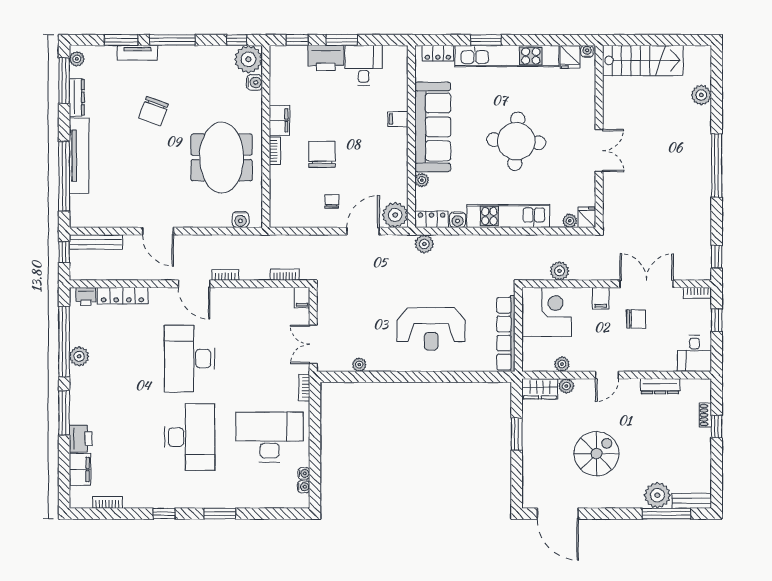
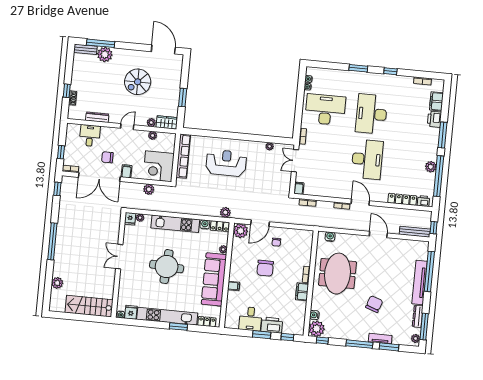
chair: (322, 154) -> (265, 268), moved
double door: (647, 284) -> (99, 177), width x1.36
double door: (313, 344) -> (295, 161), swing flipped
desk: (694, 353) -> (90, 136), moved
desk: (270, 437) -> (325, 110), turned 180

